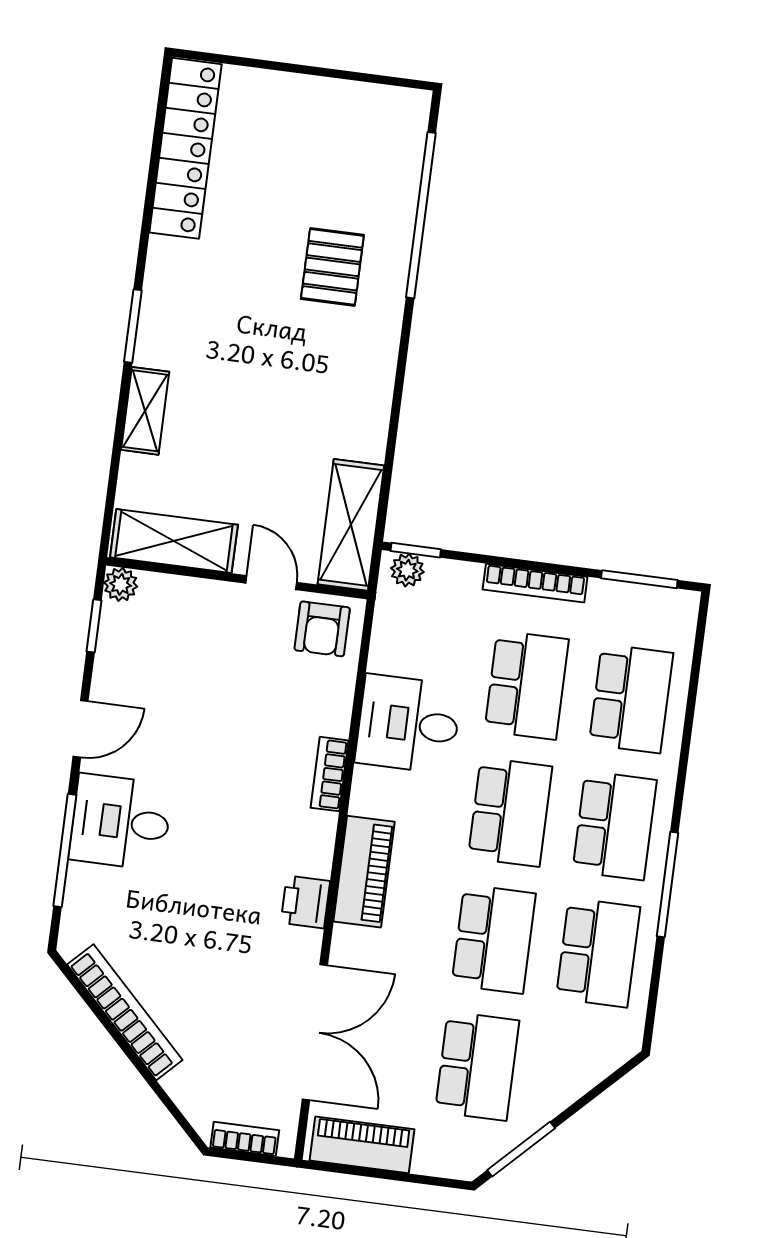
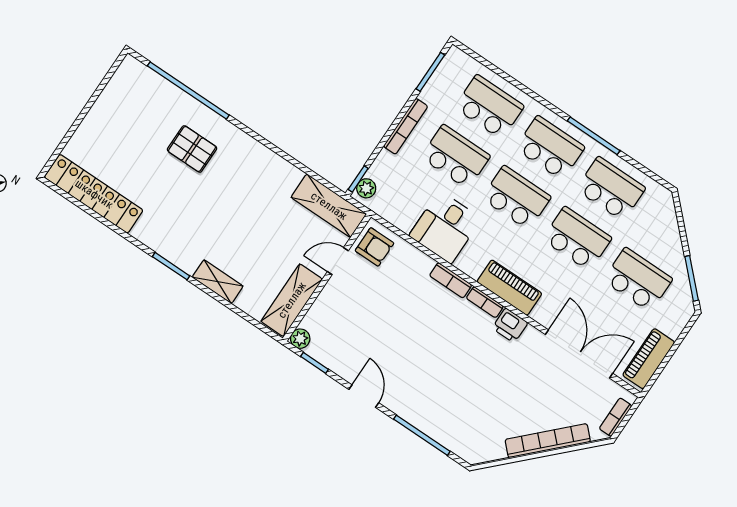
desk: (121, 822) -> (422, 399), removed
bookcase: (322, 845) -> (485, 302), added
bookcase: (125, 1012) -> (548, 441), moved

